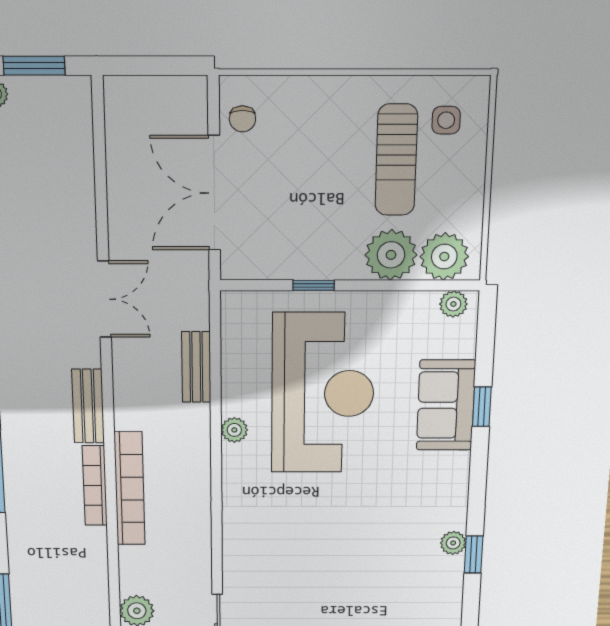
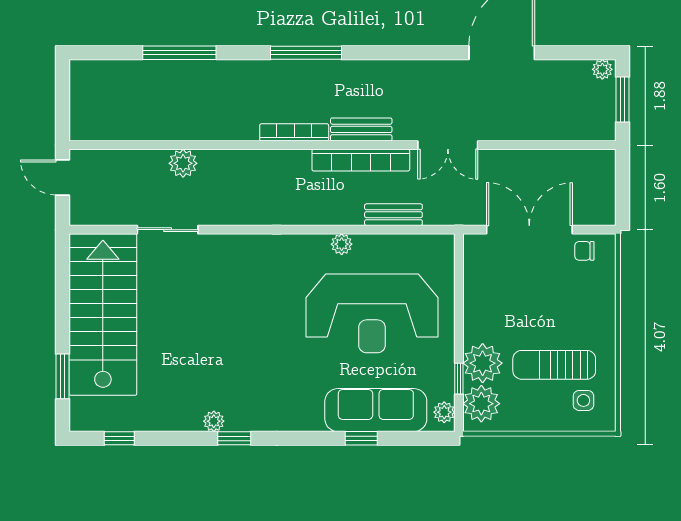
window: (314, 285) -> (459, 379), moved
sofa: (446, 405) -> (376, 410), width x1.36
bookcase: (130, 489) -> (361, 160), moved
plant: (453, 543) -> (214, 421), moved

